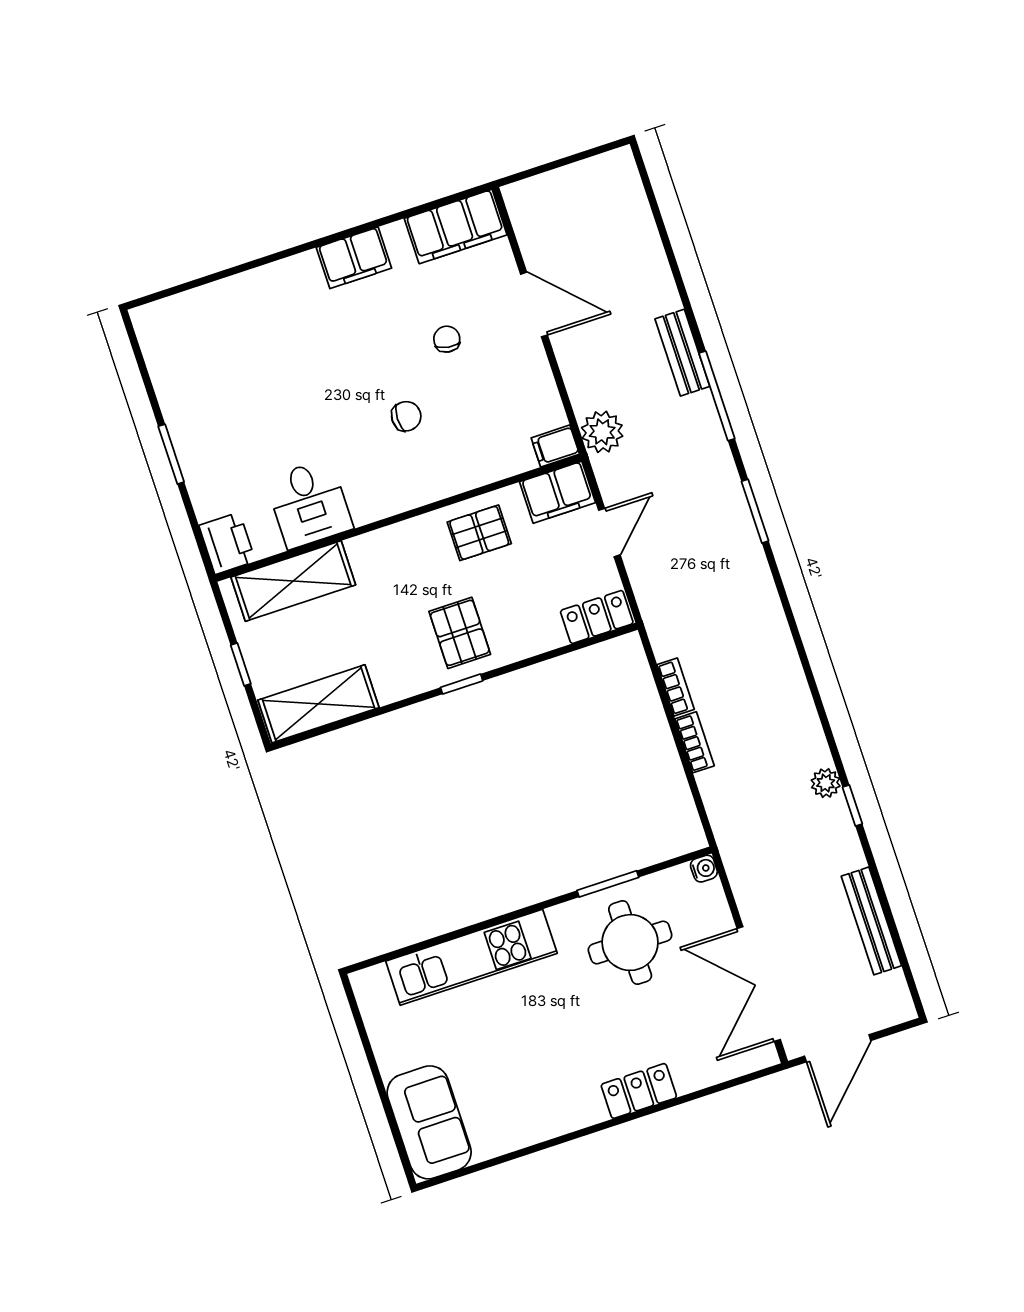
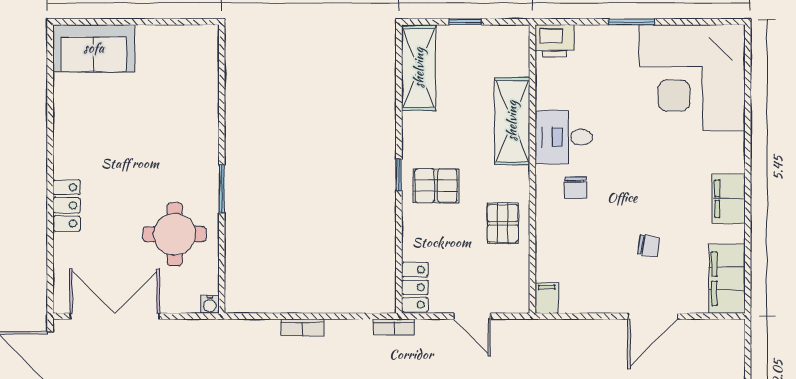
corner desk: (216, 355) -> (692, 78), added
chair: (406, 416) -> (575, 188), moved
plant: (602, 432) -> (546, 335), removed
filing cabinet: (558, 492) -> (513, 289), removed
desk: (309, 504) -> (564, 137), moved
shelving: (293, 581) -> (512, 121), moved
bookcase: (676, 687) -> (394, 327), moved
window: (608, 884) -> (222, 189), moved
kitchen unit: (471, 957) -> (202, 117), removed

